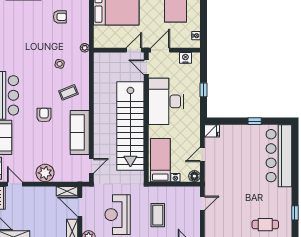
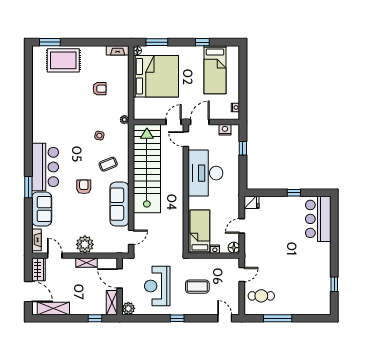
window: (203, 90) -> (243, 148), moved
stairs: (130, 126) -> (147, 169), moved, turned 180
bar counter: (279, 156) -> (318, 219), width x0.73
shelving: (67, 191) -> (87, 263), moved
coffee table: (158, 215) -> (197, 287), turned 90
cafe table: (265, 225) -> (261, 296), moved

